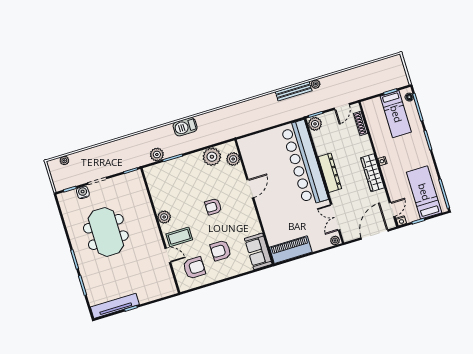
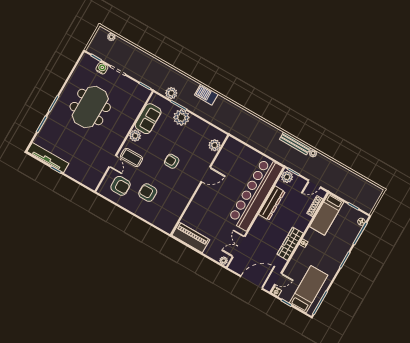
bed: (396, 114) -> (327, 214), moved
plant: (212, 157) -> (181, 117), moved
dresser: (330, 173) -> (272, 203), moved
sofa: (258, 251) -> (148, 119), moved, turned 180

